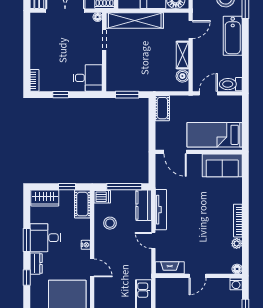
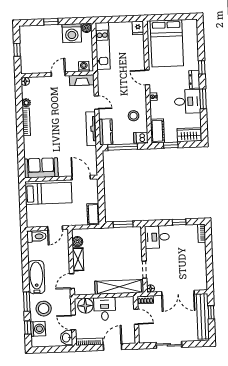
washing machine: (236, 284) -> (84, 66), moved

